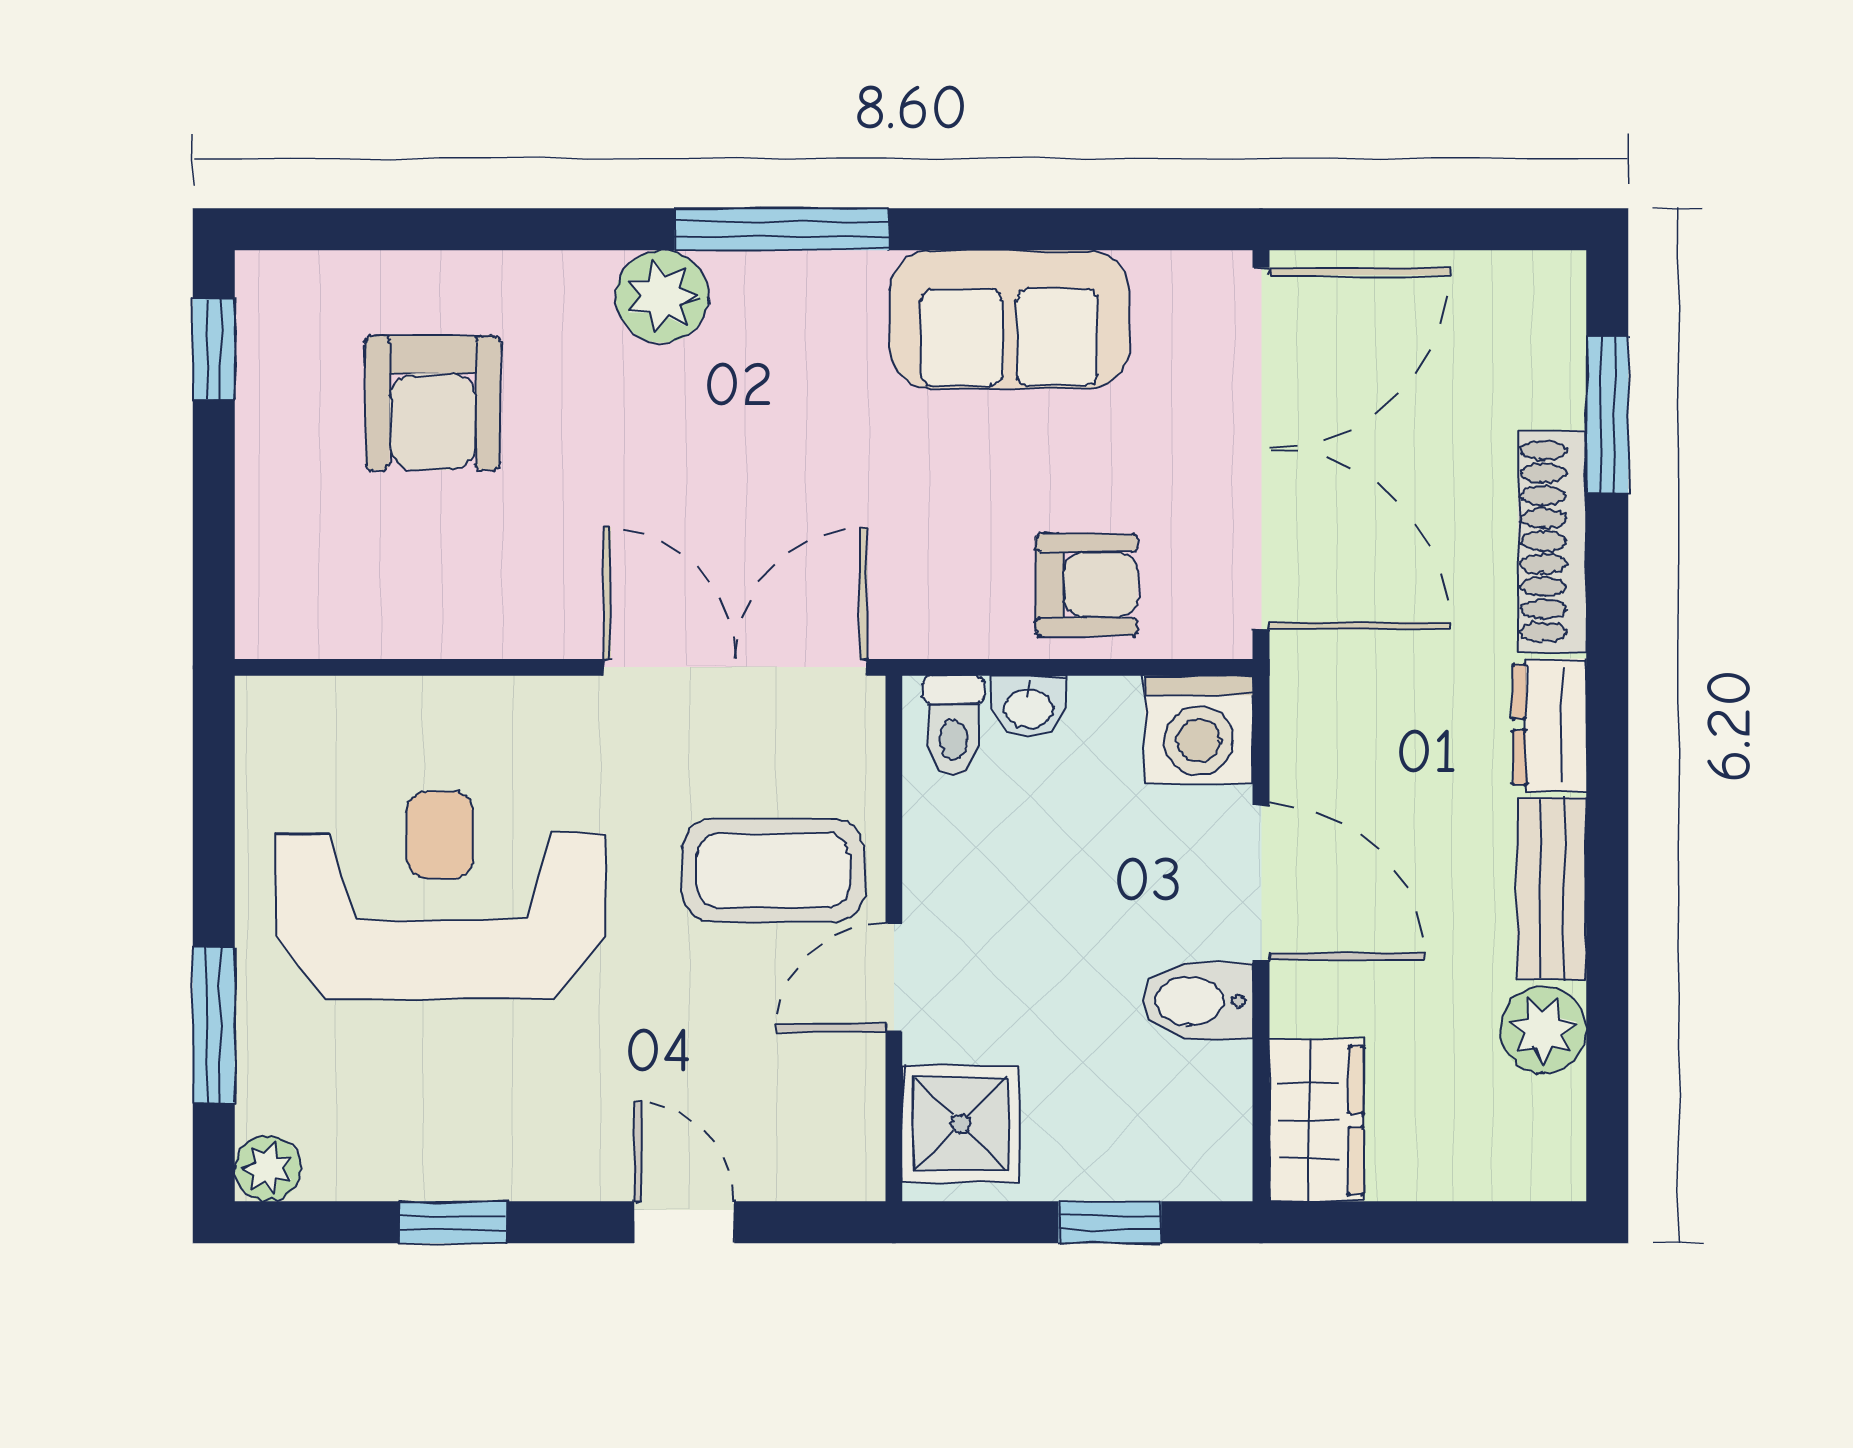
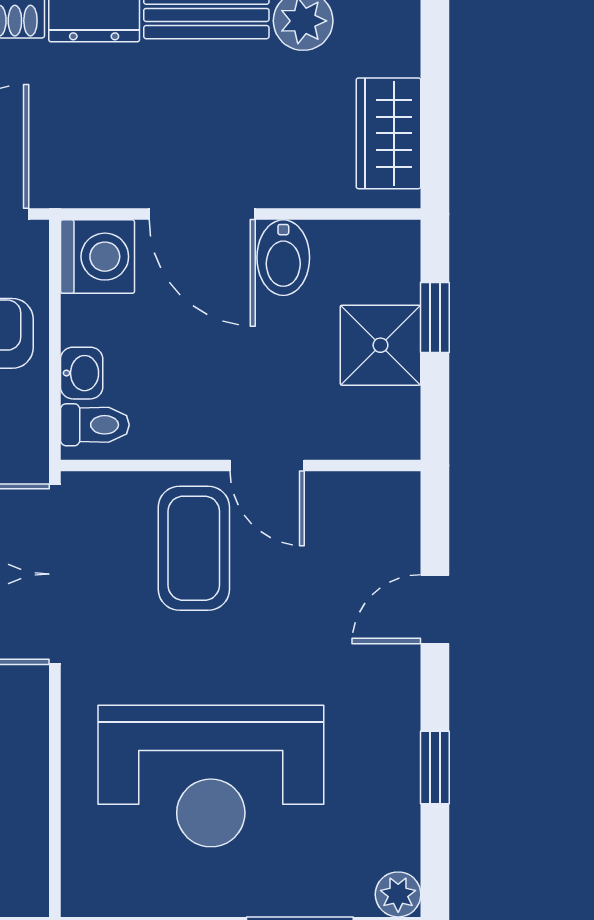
door: (1261, 883) -> (202, 214), swing flipped
reception desk: (440, 895) -> (211, 776), turned -90
wardrobe: (1316, 1120) -> (388, 133), moved, turned -90
shower: (961, 1124) -> (380, 345), moved

